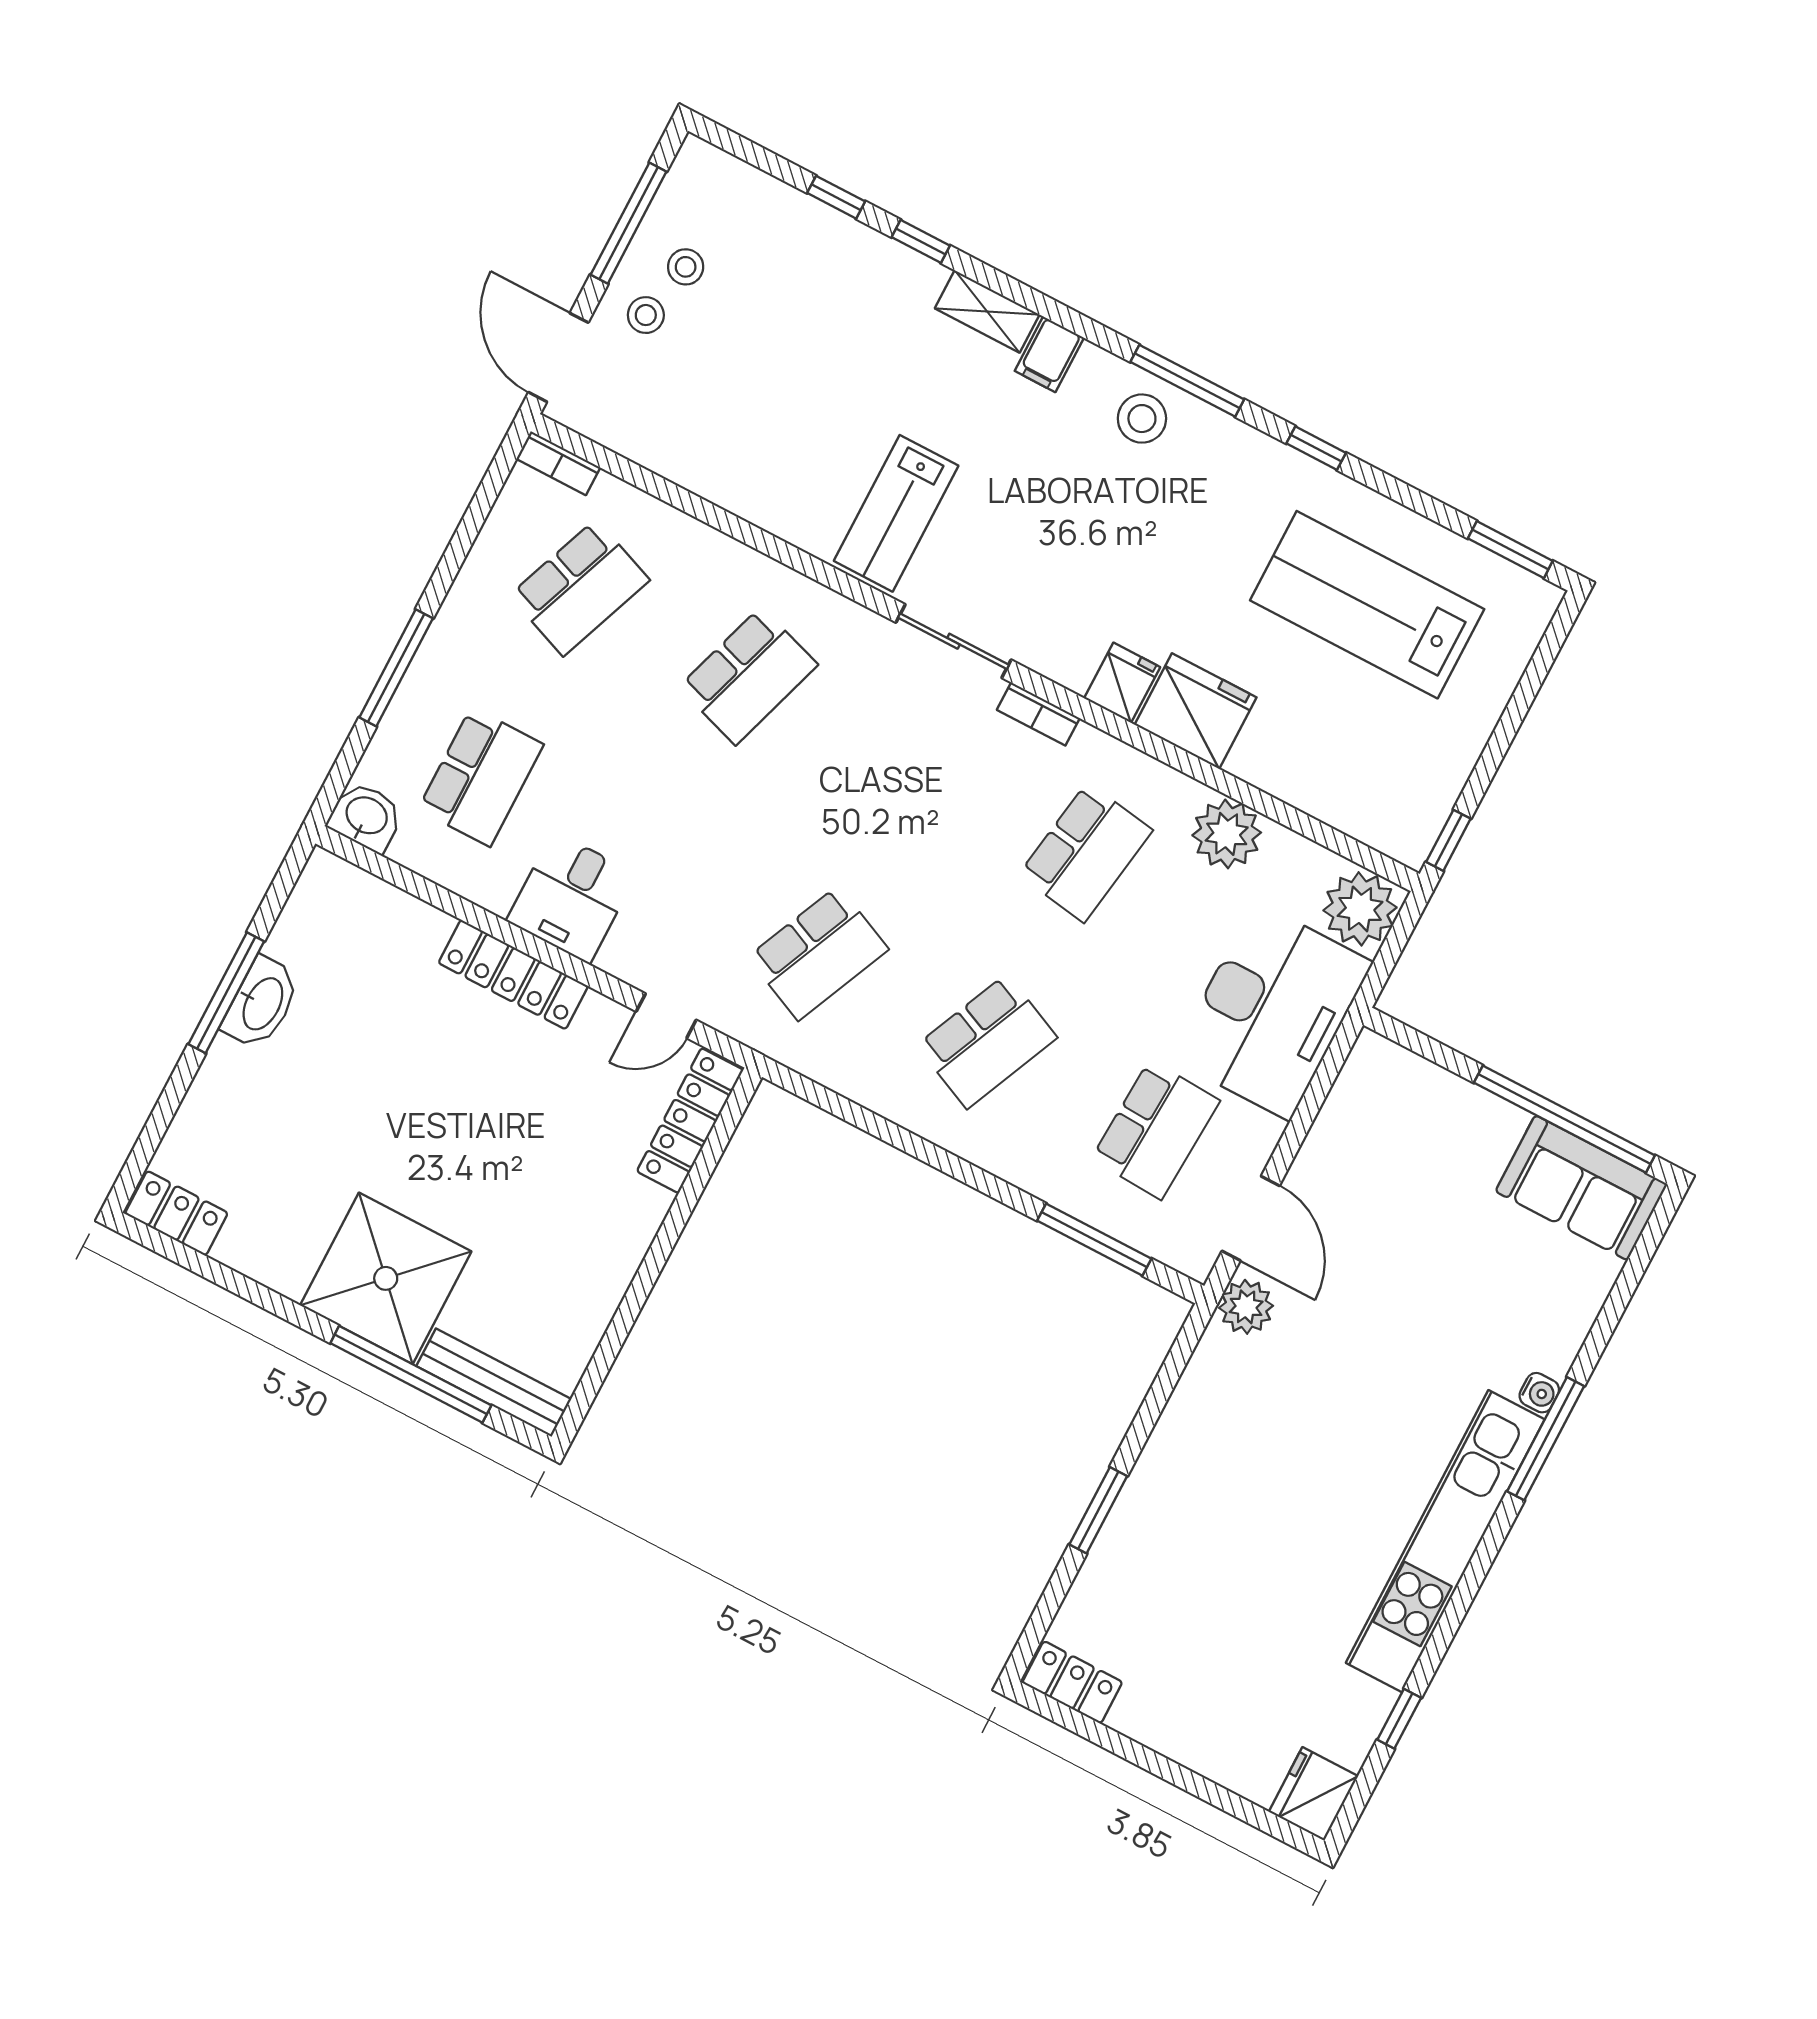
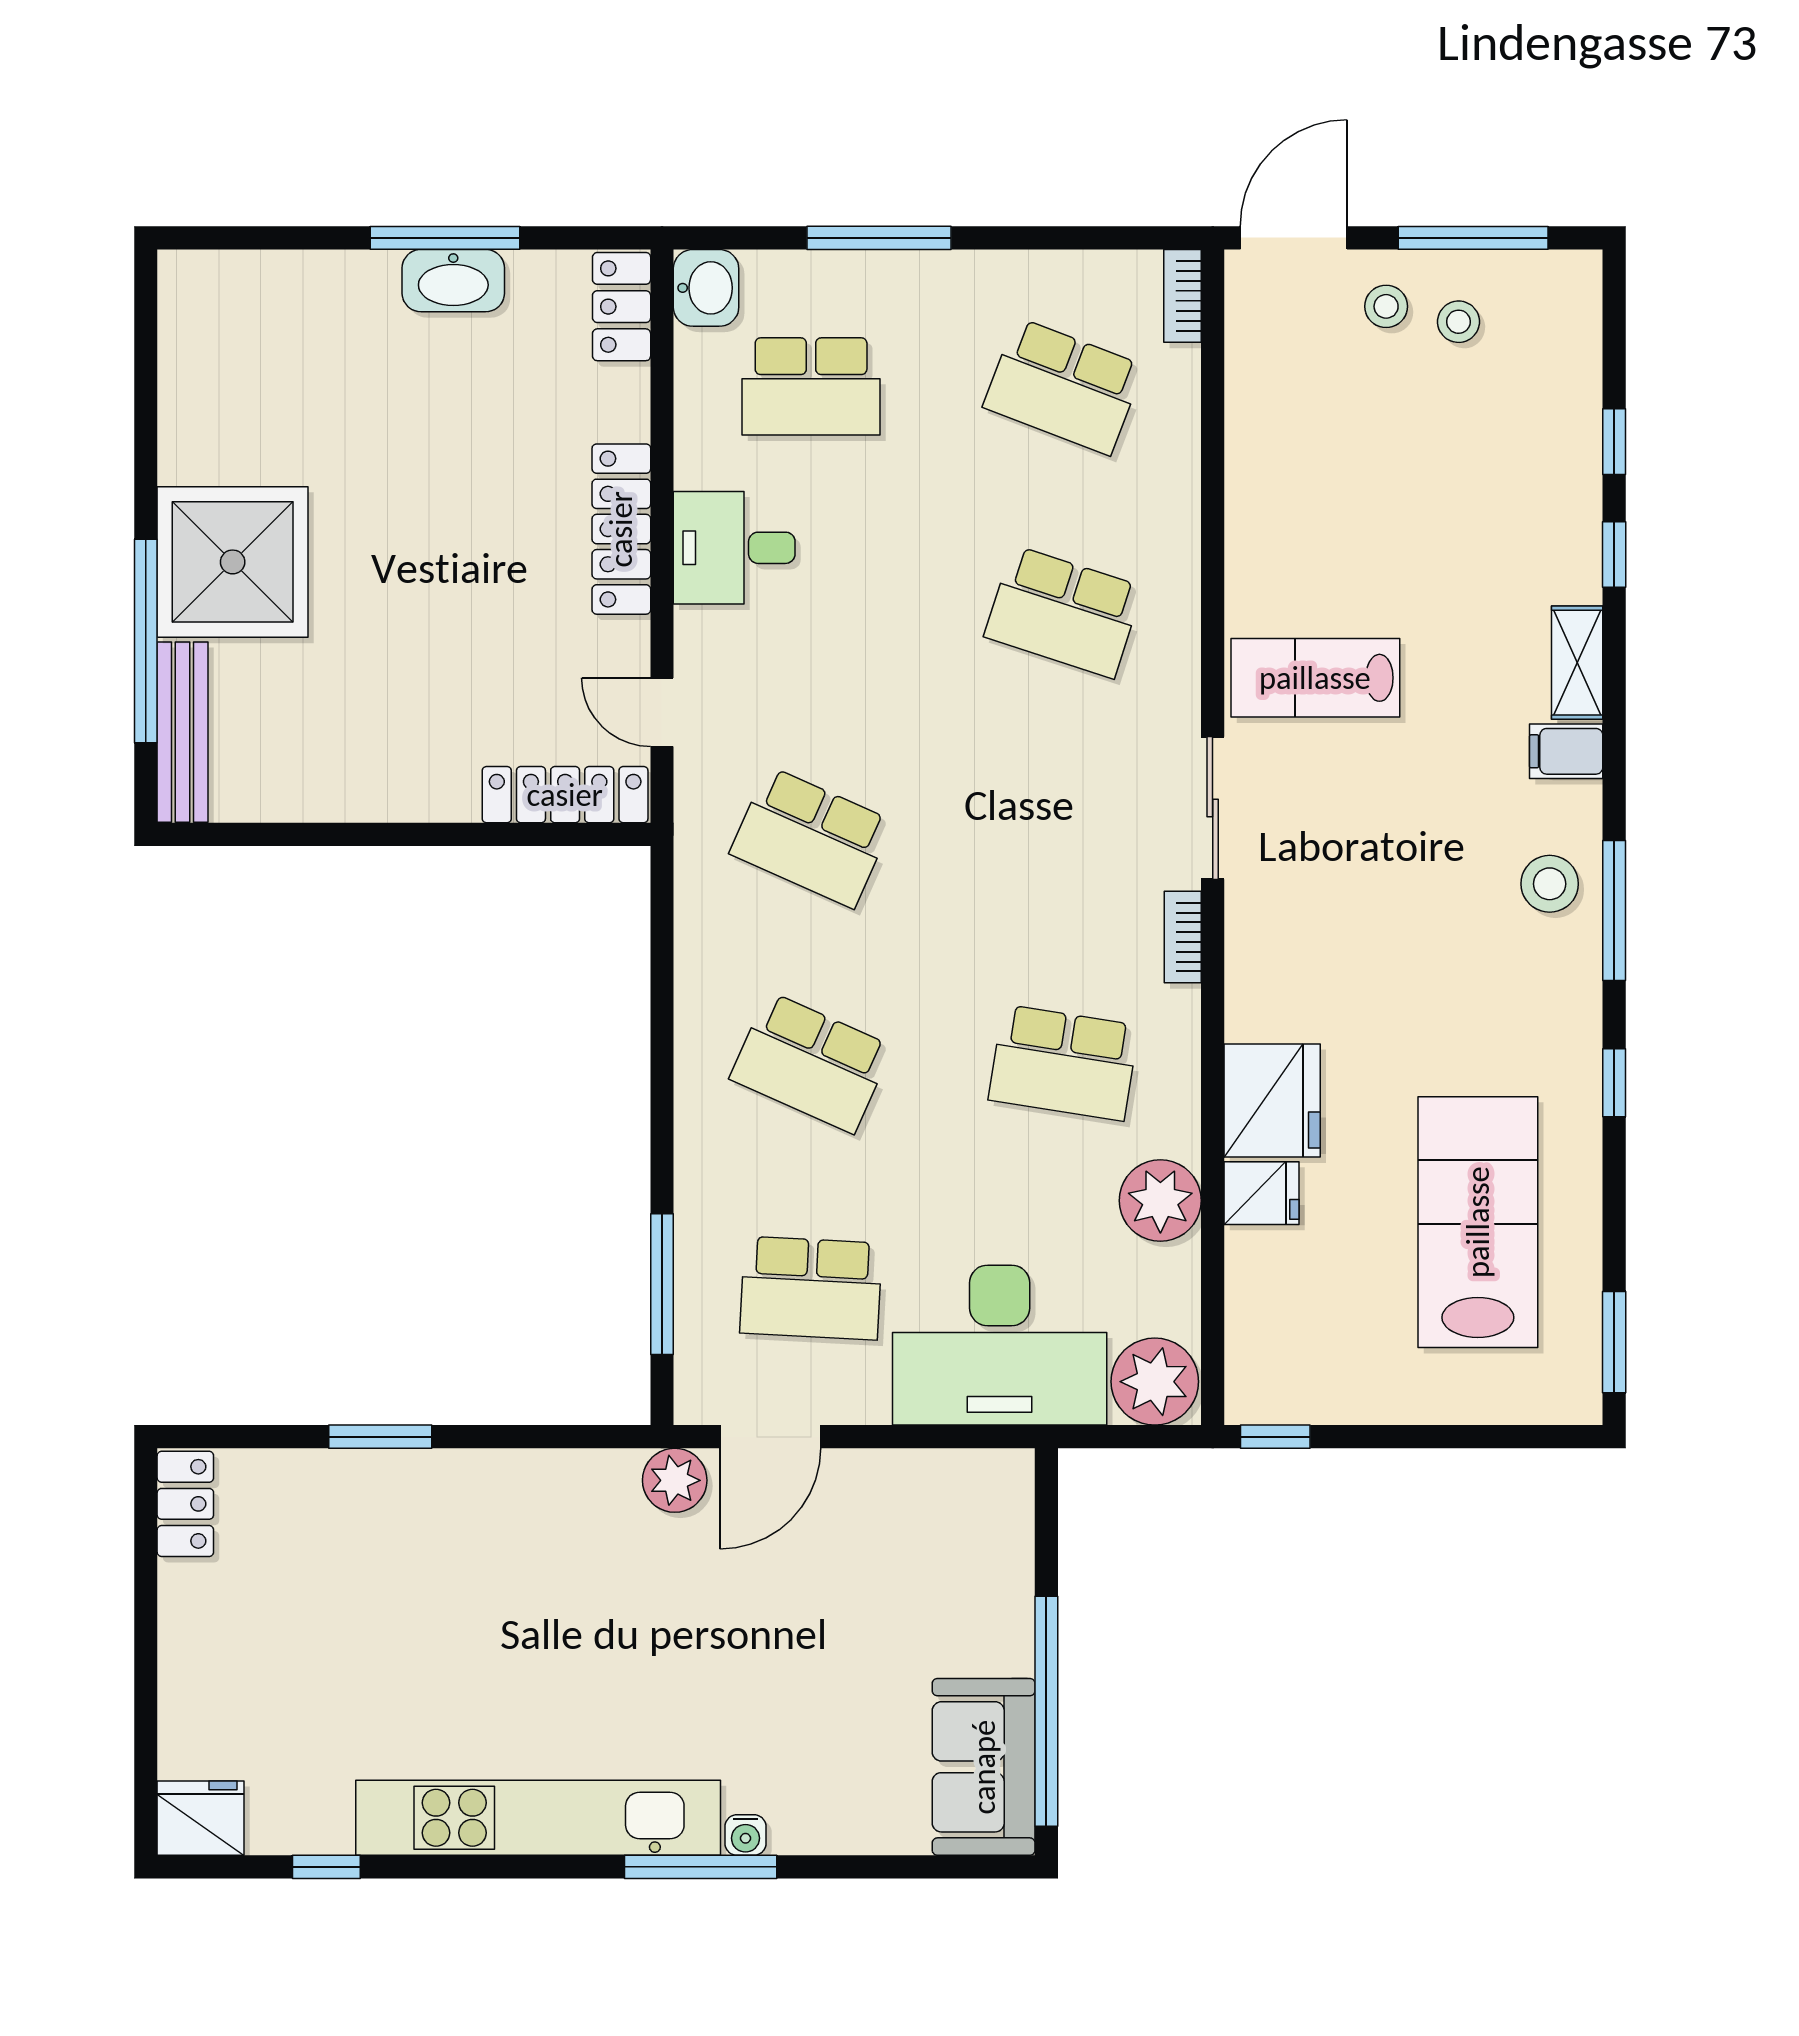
fridge: (1122, 683) -> (1262, 1193), moved
locker: (176, 1213) -> (622, 307), moved, turned 180

